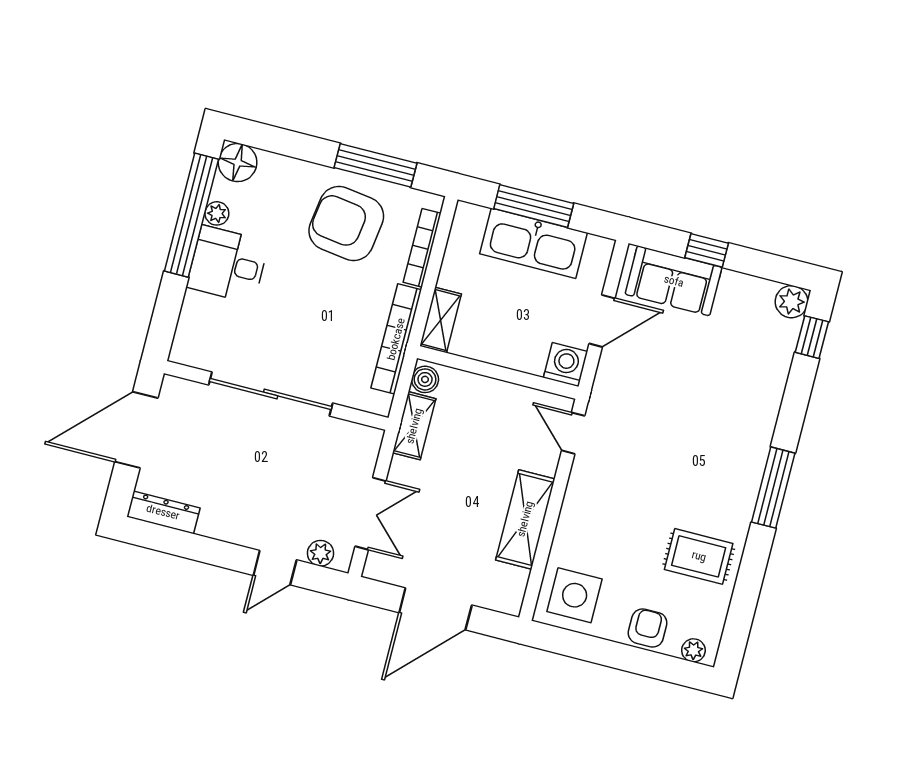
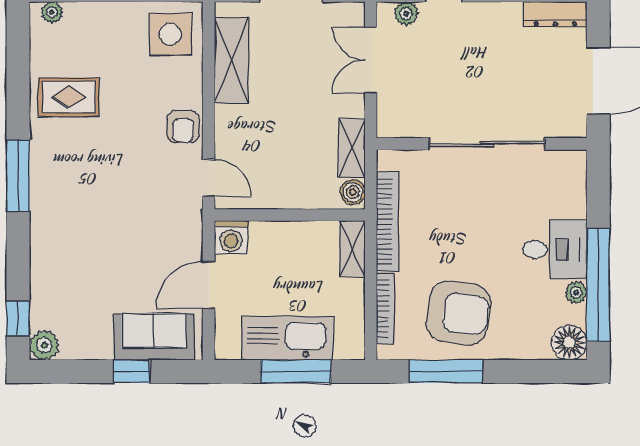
shelving: (525, 519) -> (231, 60), moved
armchair: (648, 628) -> (183, 126), moved

